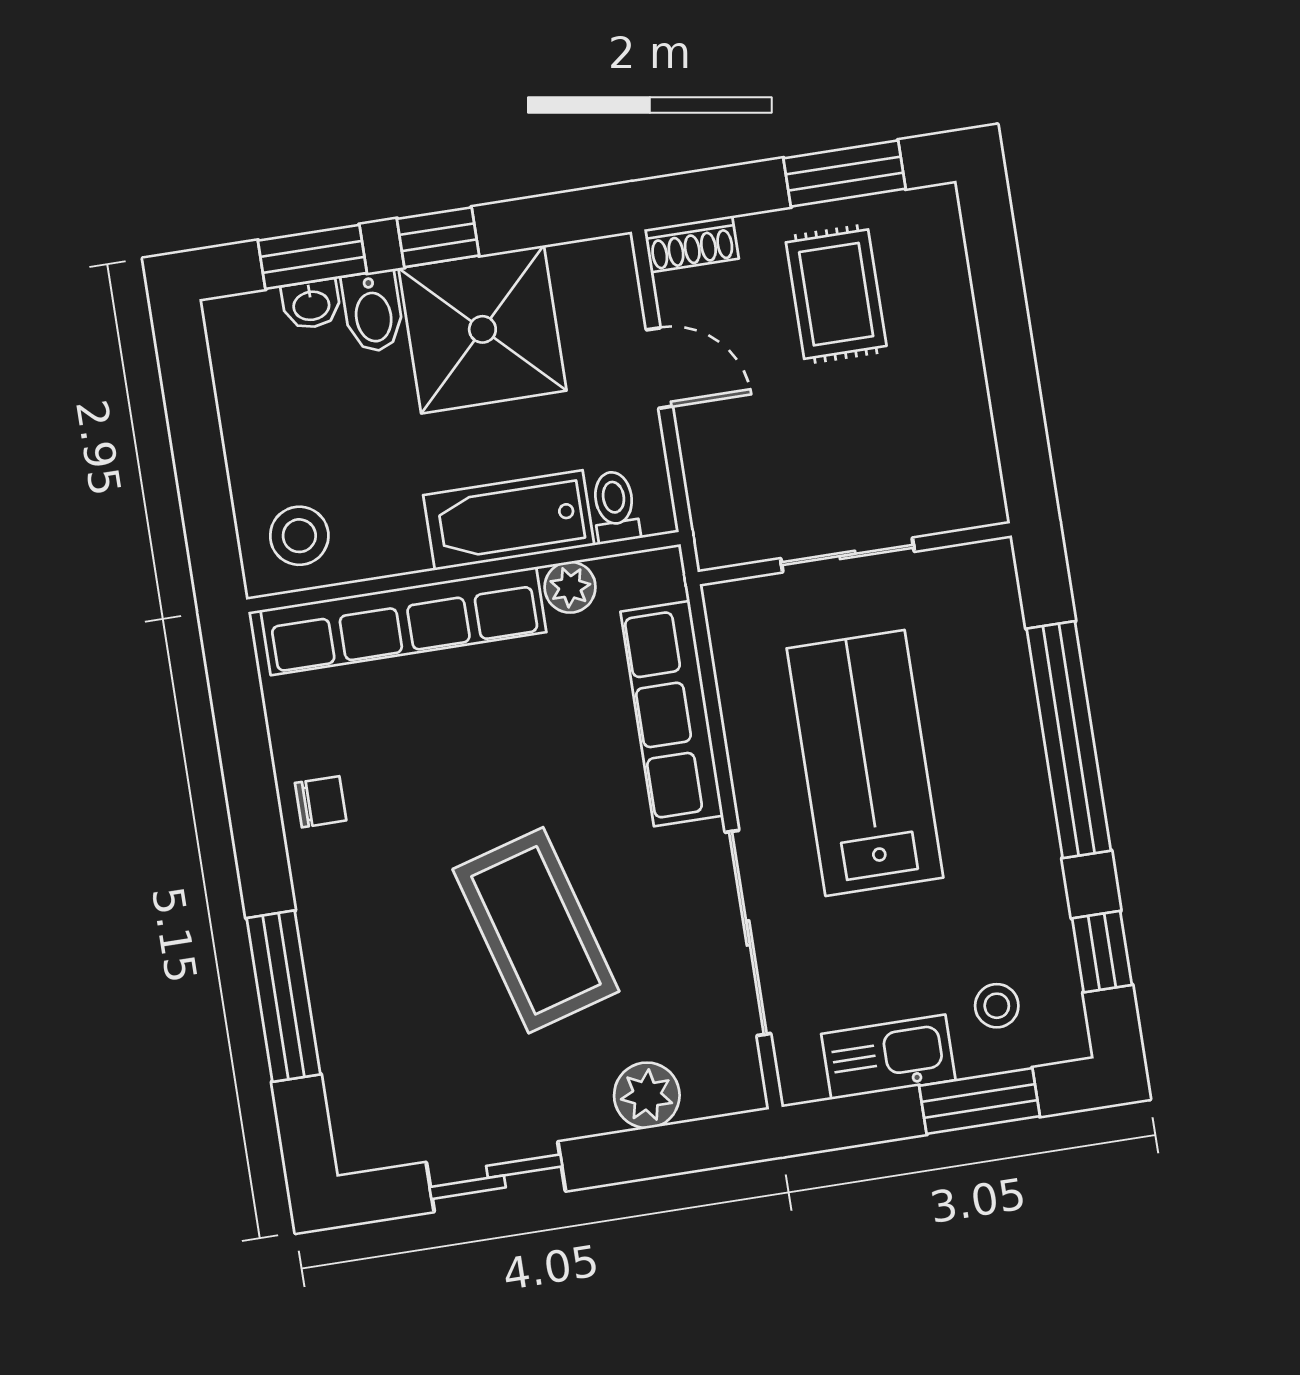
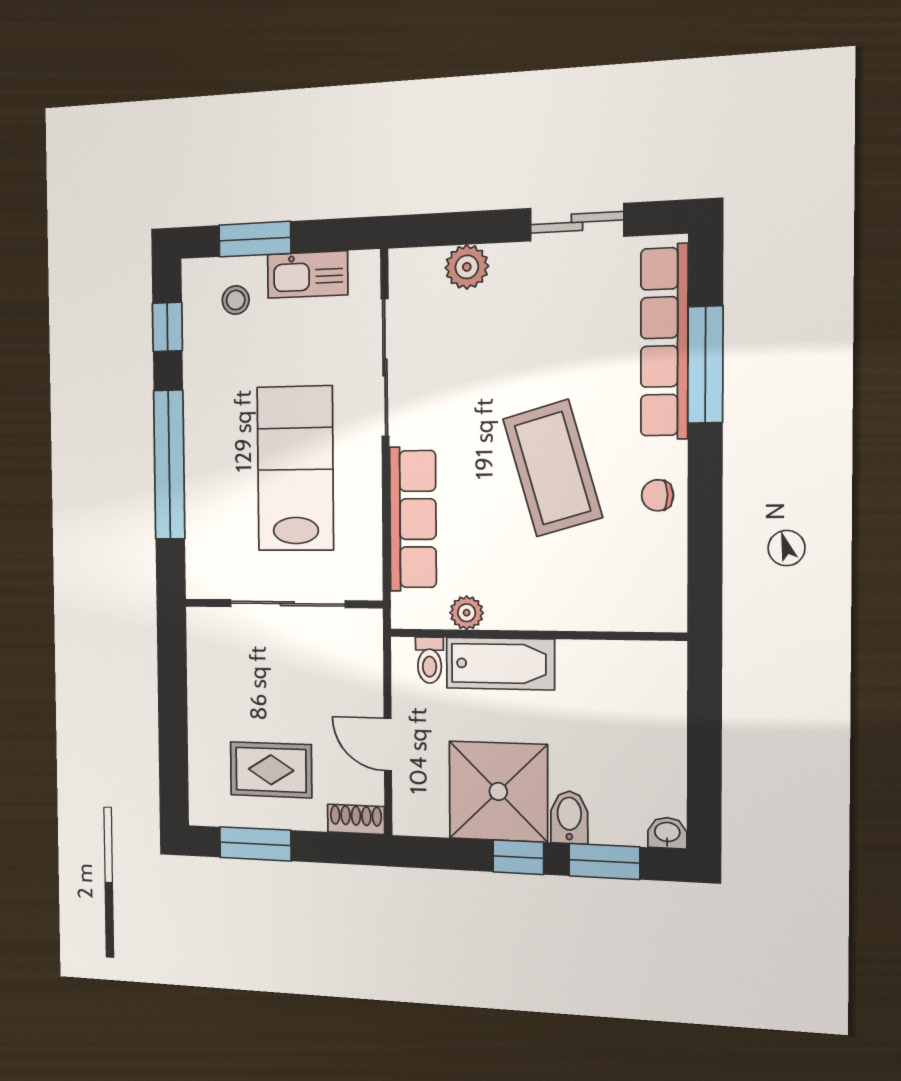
rug: (836, 294) -> (271, 770), turned 90
washbasin: (311, 304) -> (667, 833), moved
stool: (299, 536) -> (643, 678), removed
sliding door: (848, 555) -> (287, 604), width x1.37
row of seats: (403, 621) -> (664, 342), moved, turned -90
lab bench: (865, 763) -> (295, 468), turned 180
coffee table: (536, 930) -> (553, 468), moved

